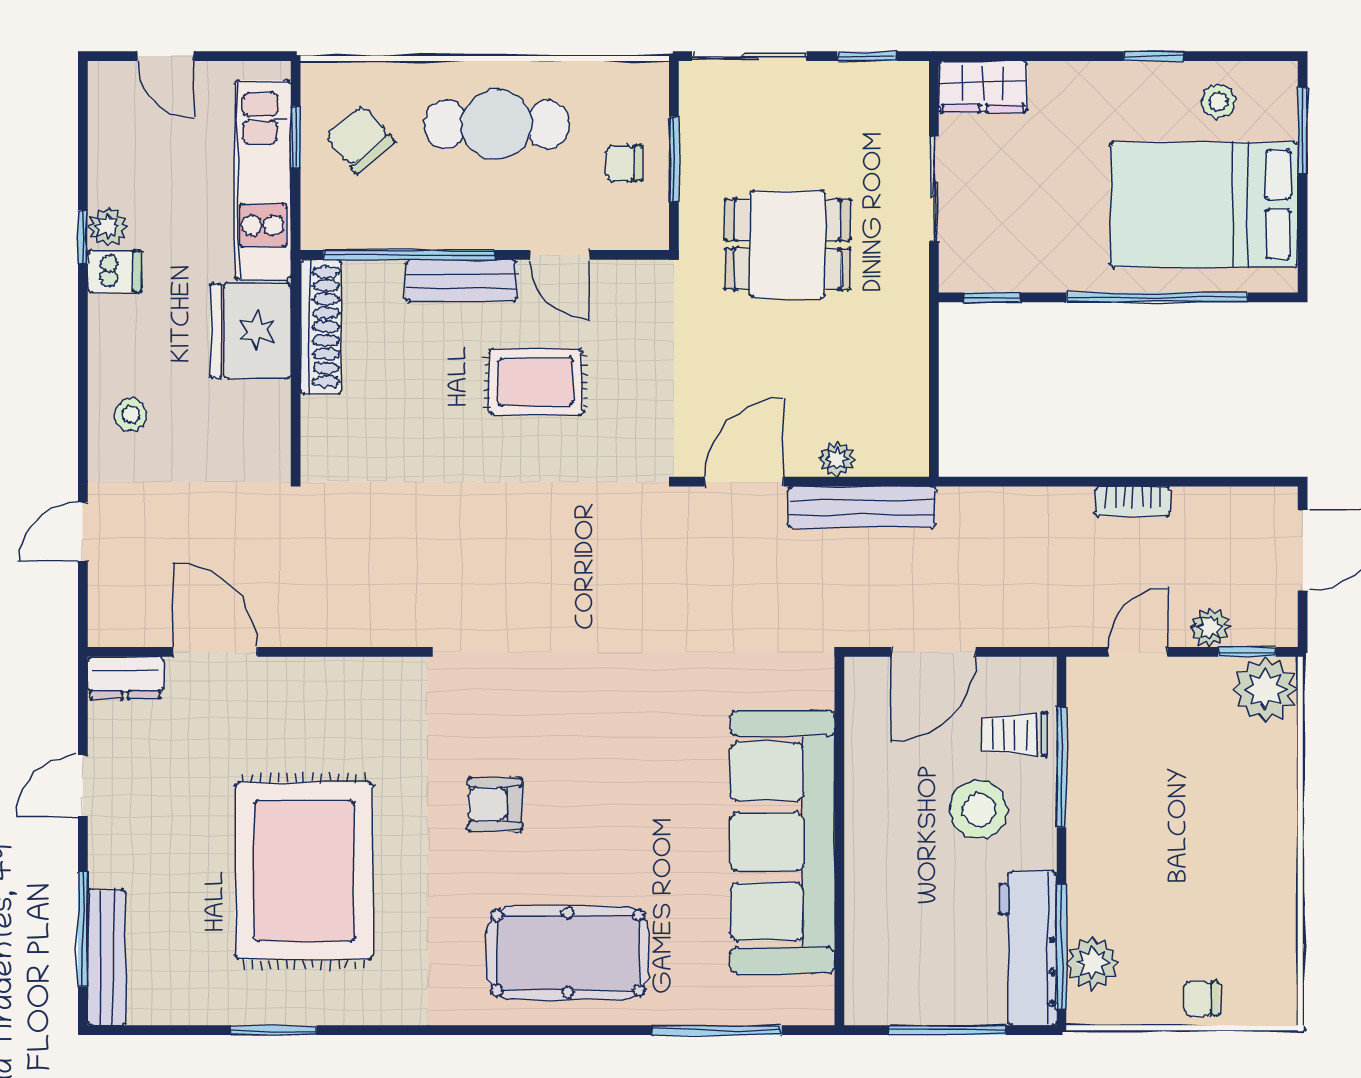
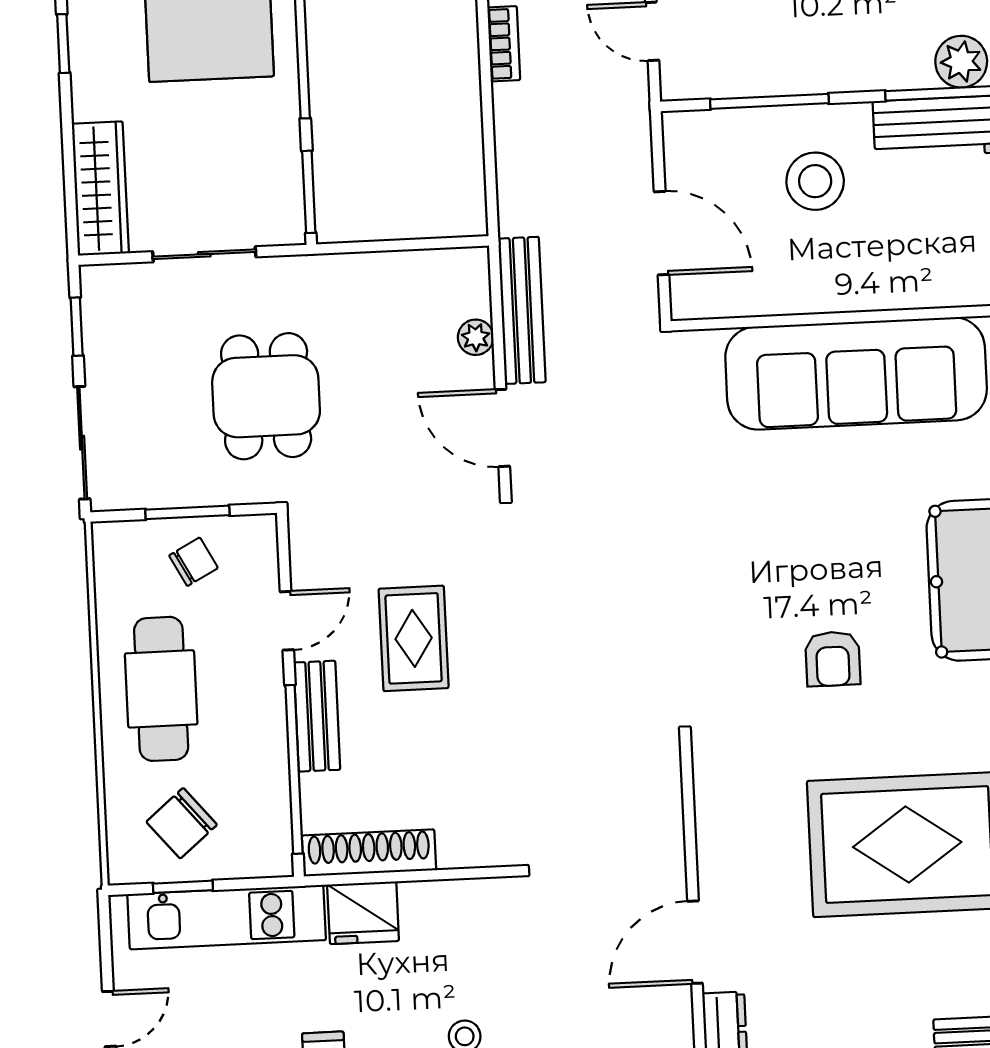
wardrobe: (983, 87) -> (100, 188), width x1.50
chair: (624, 163) -> (194, 562), turned -118
window: (992, 297) -> (309, 192), width x1.50
fridge: (251, 330) -> (363, 913), width x0.73, depth x0.75
trolley: (1014, 734) -> (739, 149), removed

